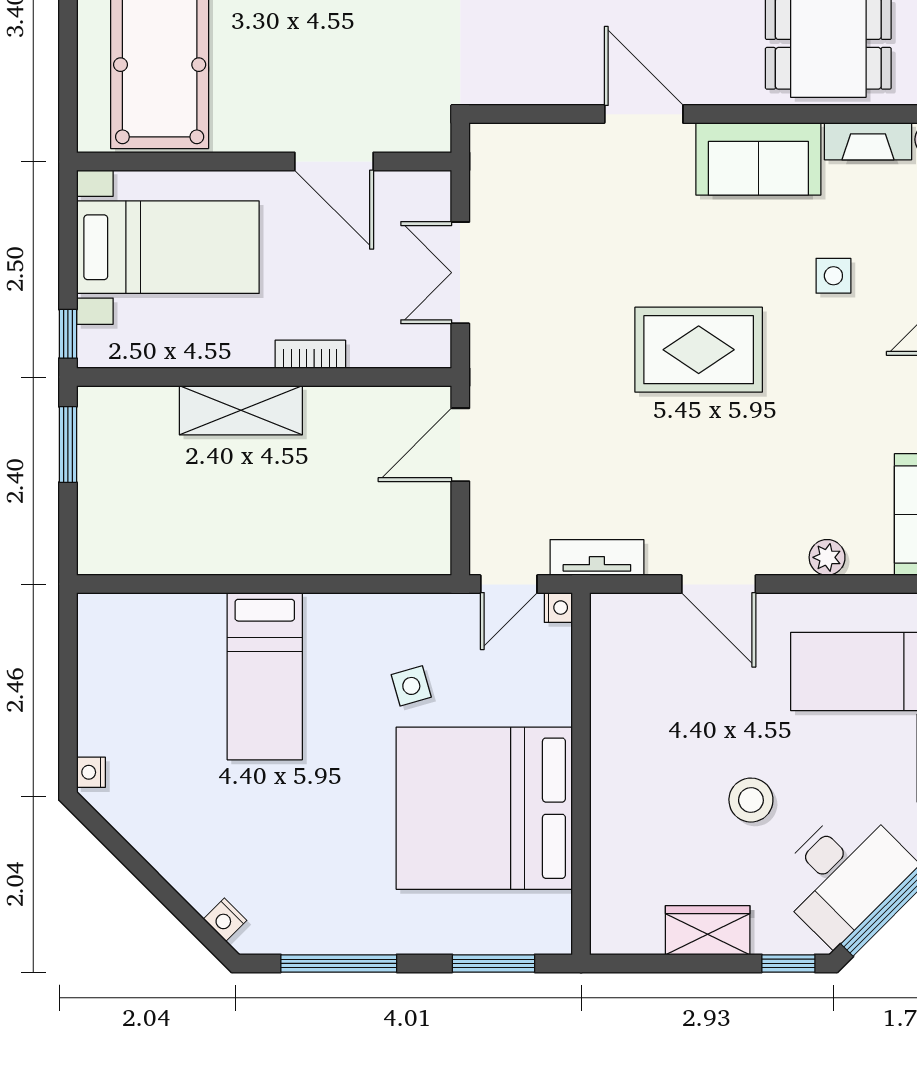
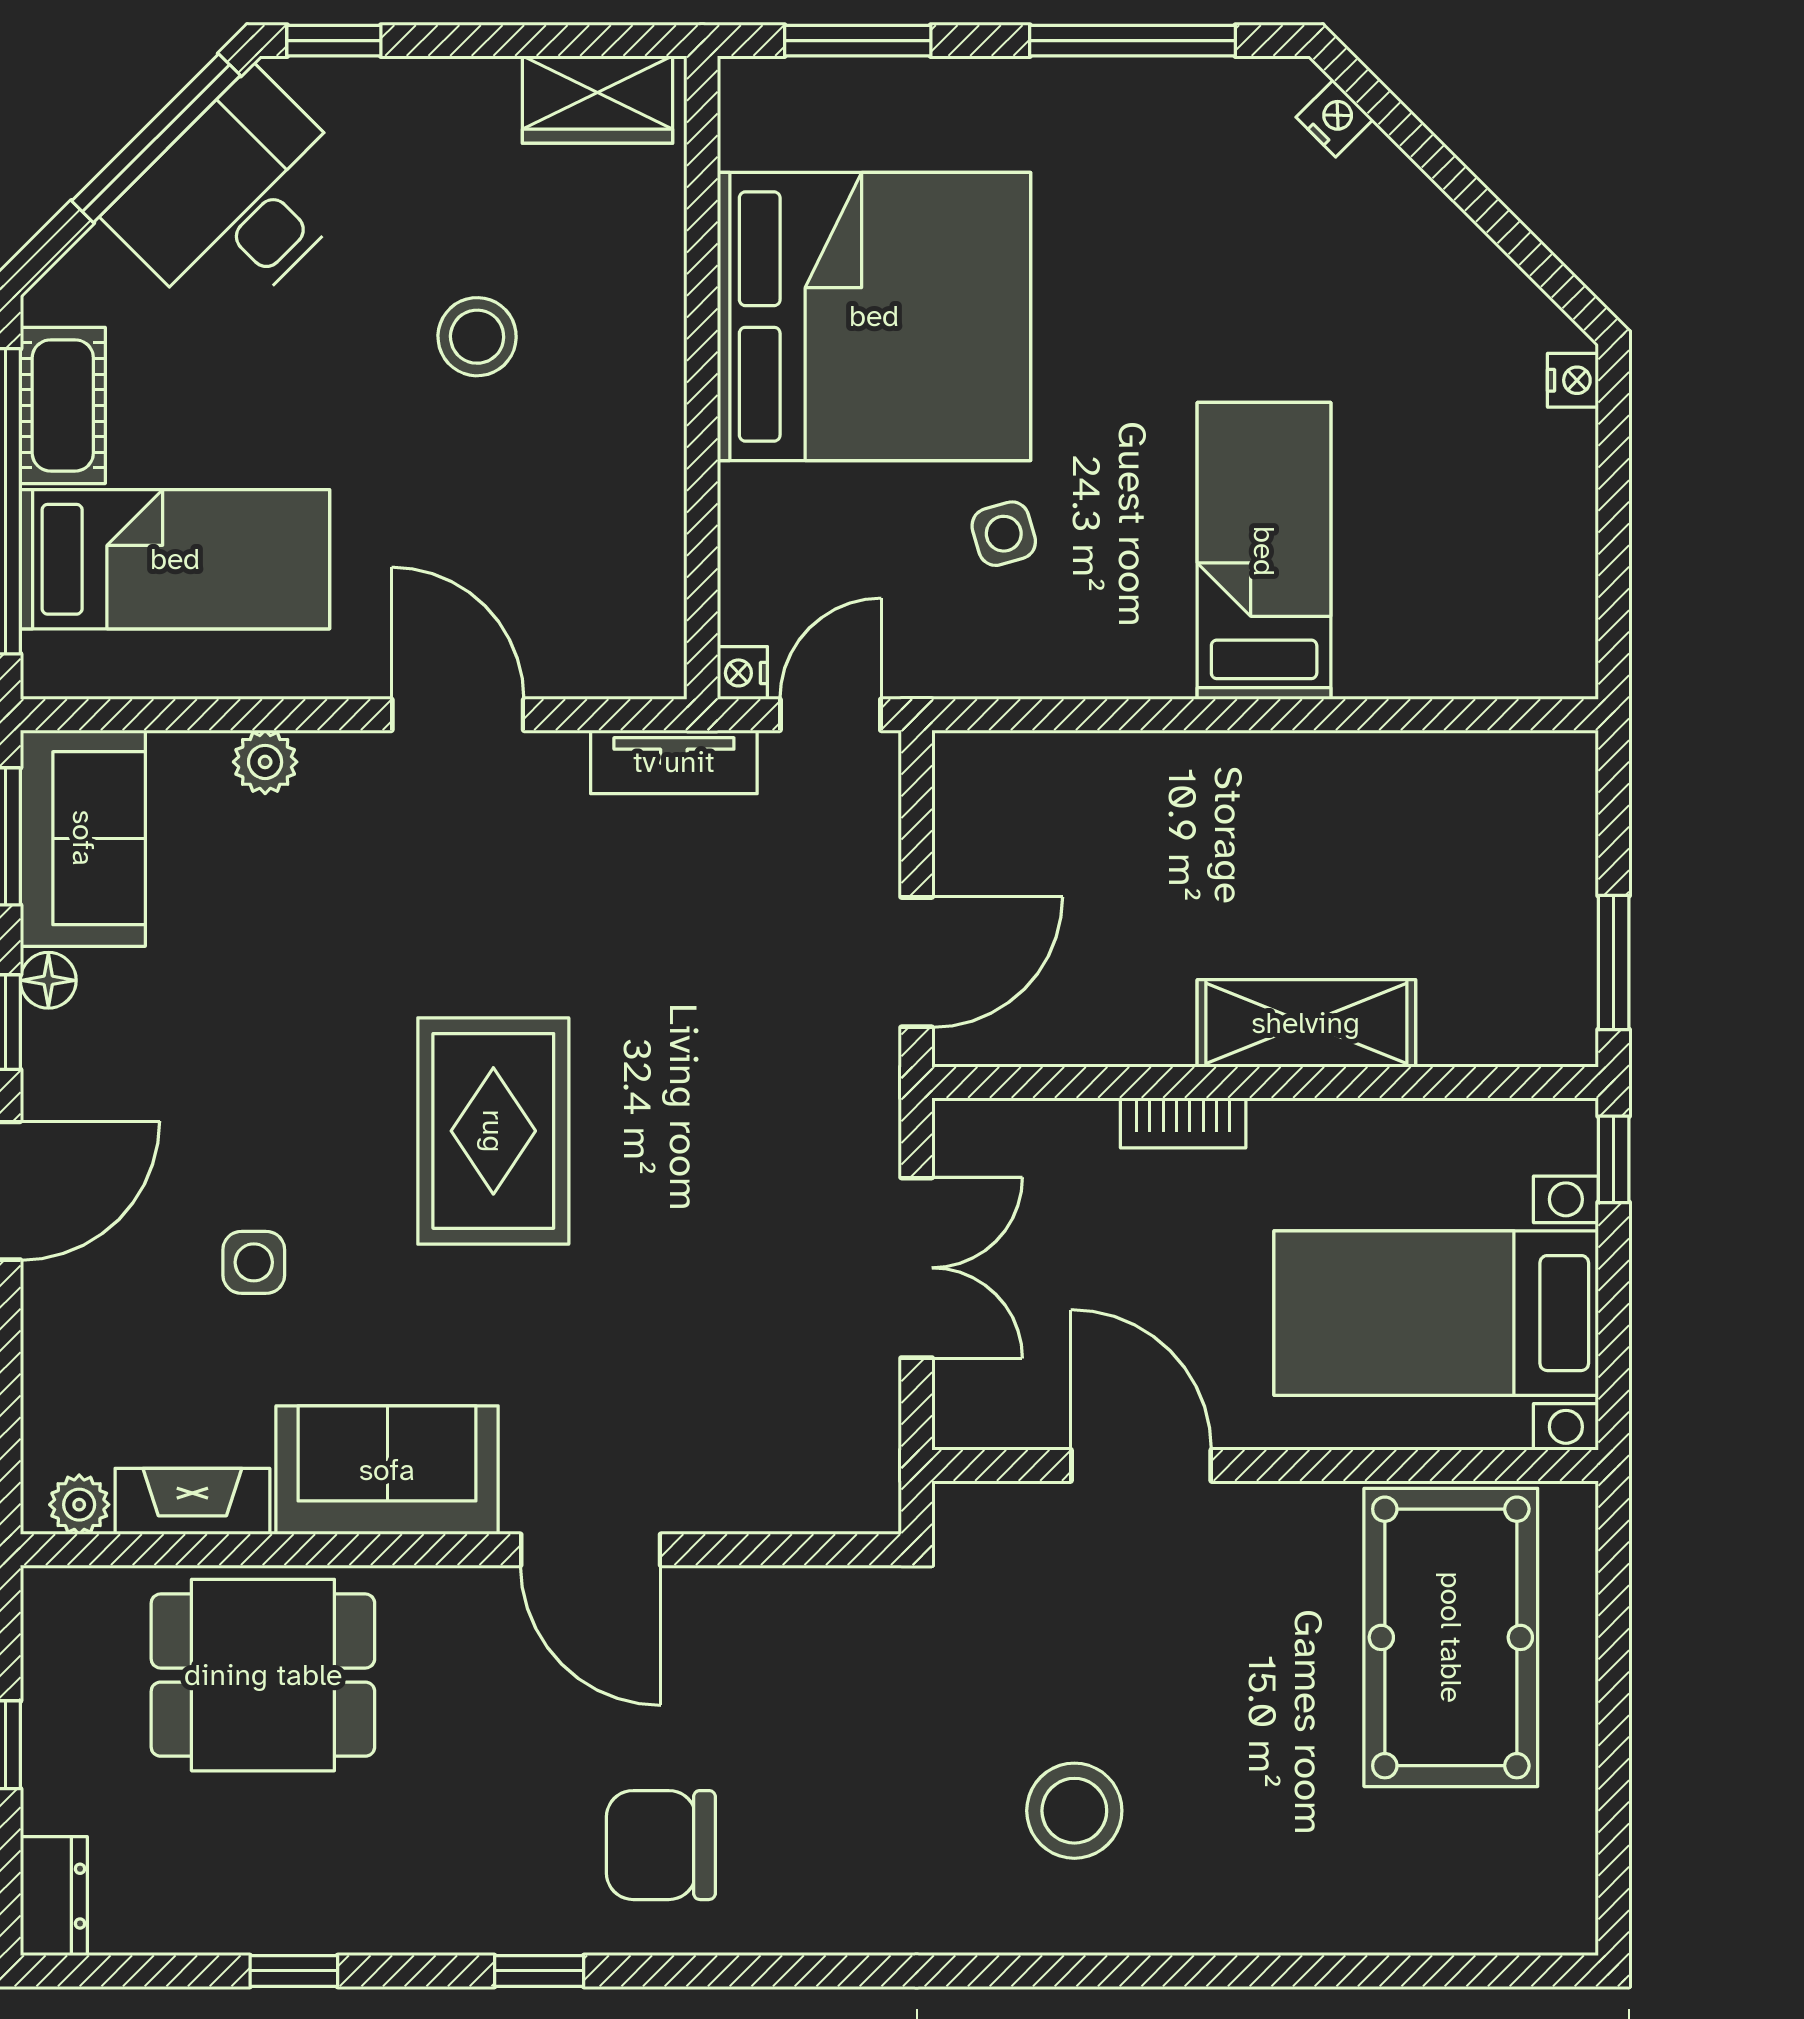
rug: (699, 350) -> (493, 1131), turned 90
stool: (751, 800) -> (477, 337), moved
wardrobe: (708, 930) -> (598, 100), moved

